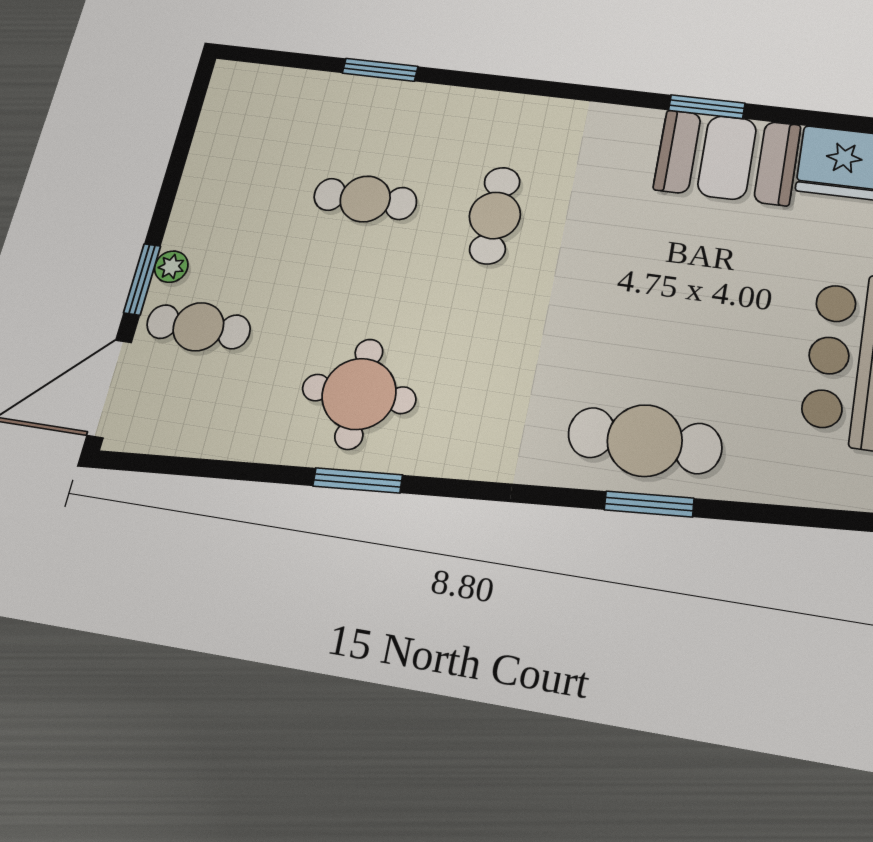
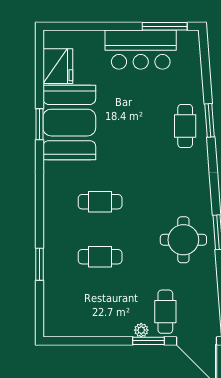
booth: (727, 157) -> (69, 123), width x1.36, depth x1.42
cafe table: (365, 199) -> (100, 257), turned 90
cafe table: (645, 441) -> (185, 126), width x0.73, depth x0.74

